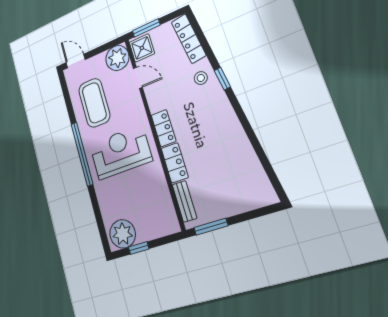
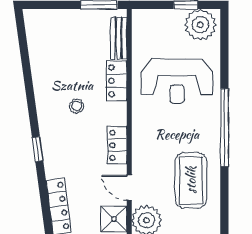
stool: (201, 78) -> (77, 106), moved
locker: (164, 128) -> (117, 145), moved
reception desk: (120, 152) -> (177, 81), moved

